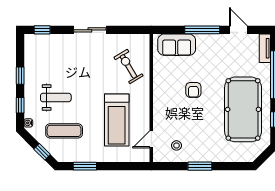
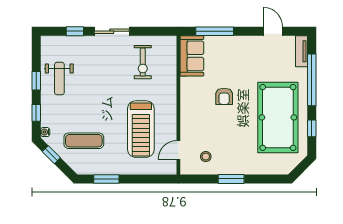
window: (42, 30) -> (75, 31), moved
window: (202, 30) -> (215, 31), moved
sofa: (177, 45) -> (192, 56), moved, turned -90
exercise bike: (129, 66) -> (143, 62), moved, turned -149
weight bench: (56, 98) -> (59, 78), moved, turned 90
window: (42, 152) -> (51, 155), moved

